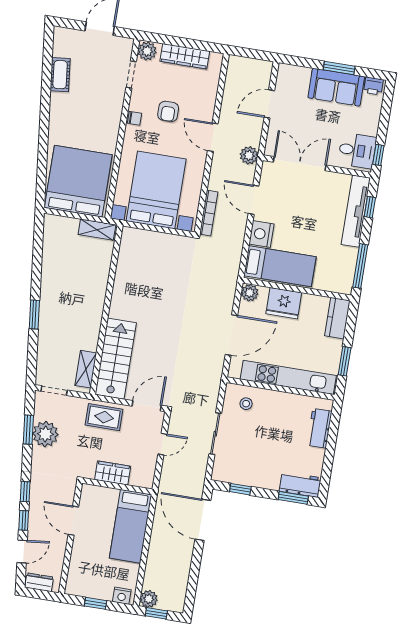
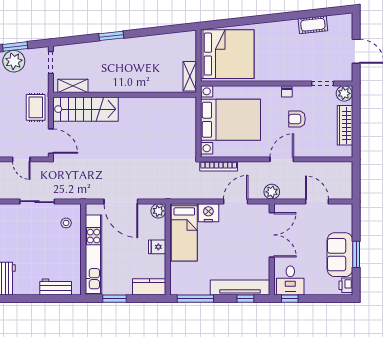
fridge: (284, 303) -> (157, 247), width x0.53, depth x0.75

